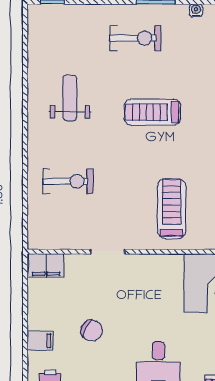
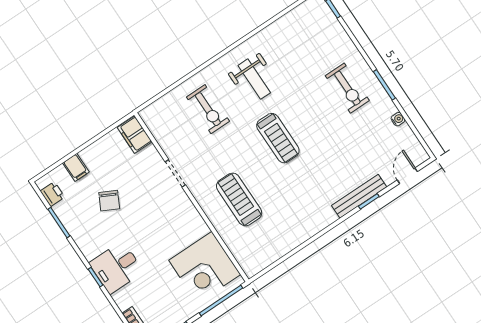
weight bench: (70, 98) -> (254, 79), moved, turned 90
treadmill: (152, 112) -> (278, 138), moved, turned 180
treadmill: (172, 209) -> (239, 199), turned -90

